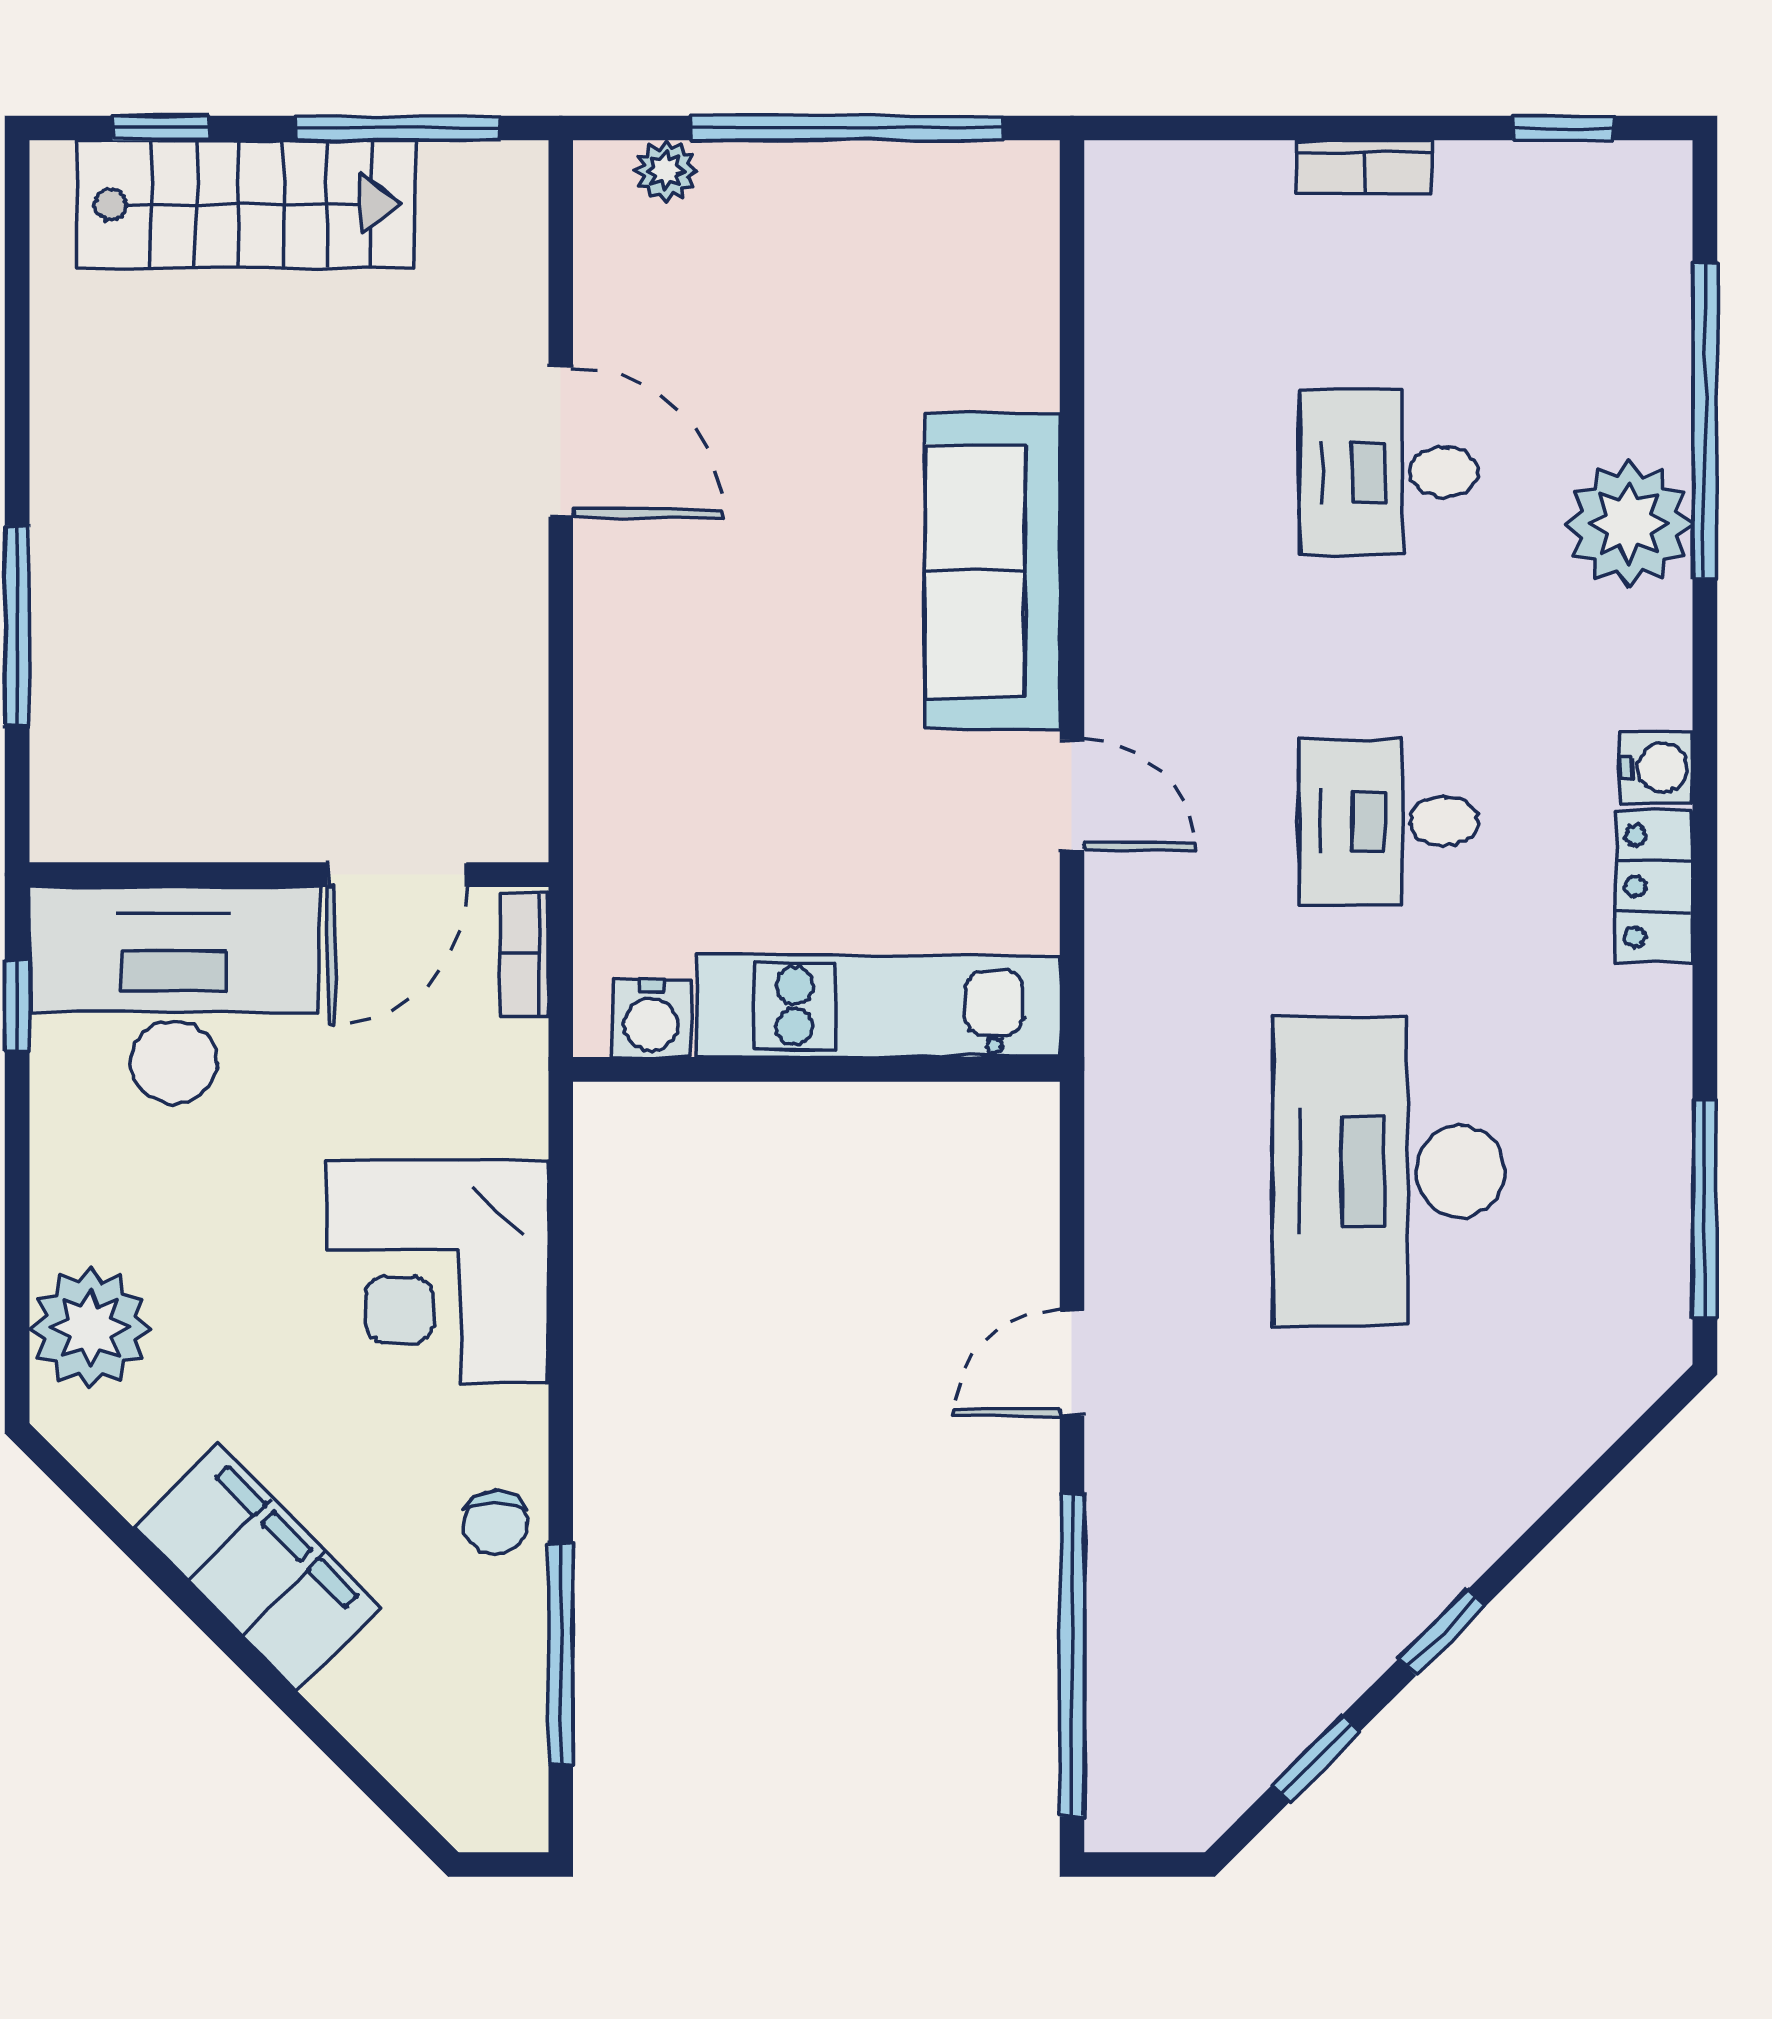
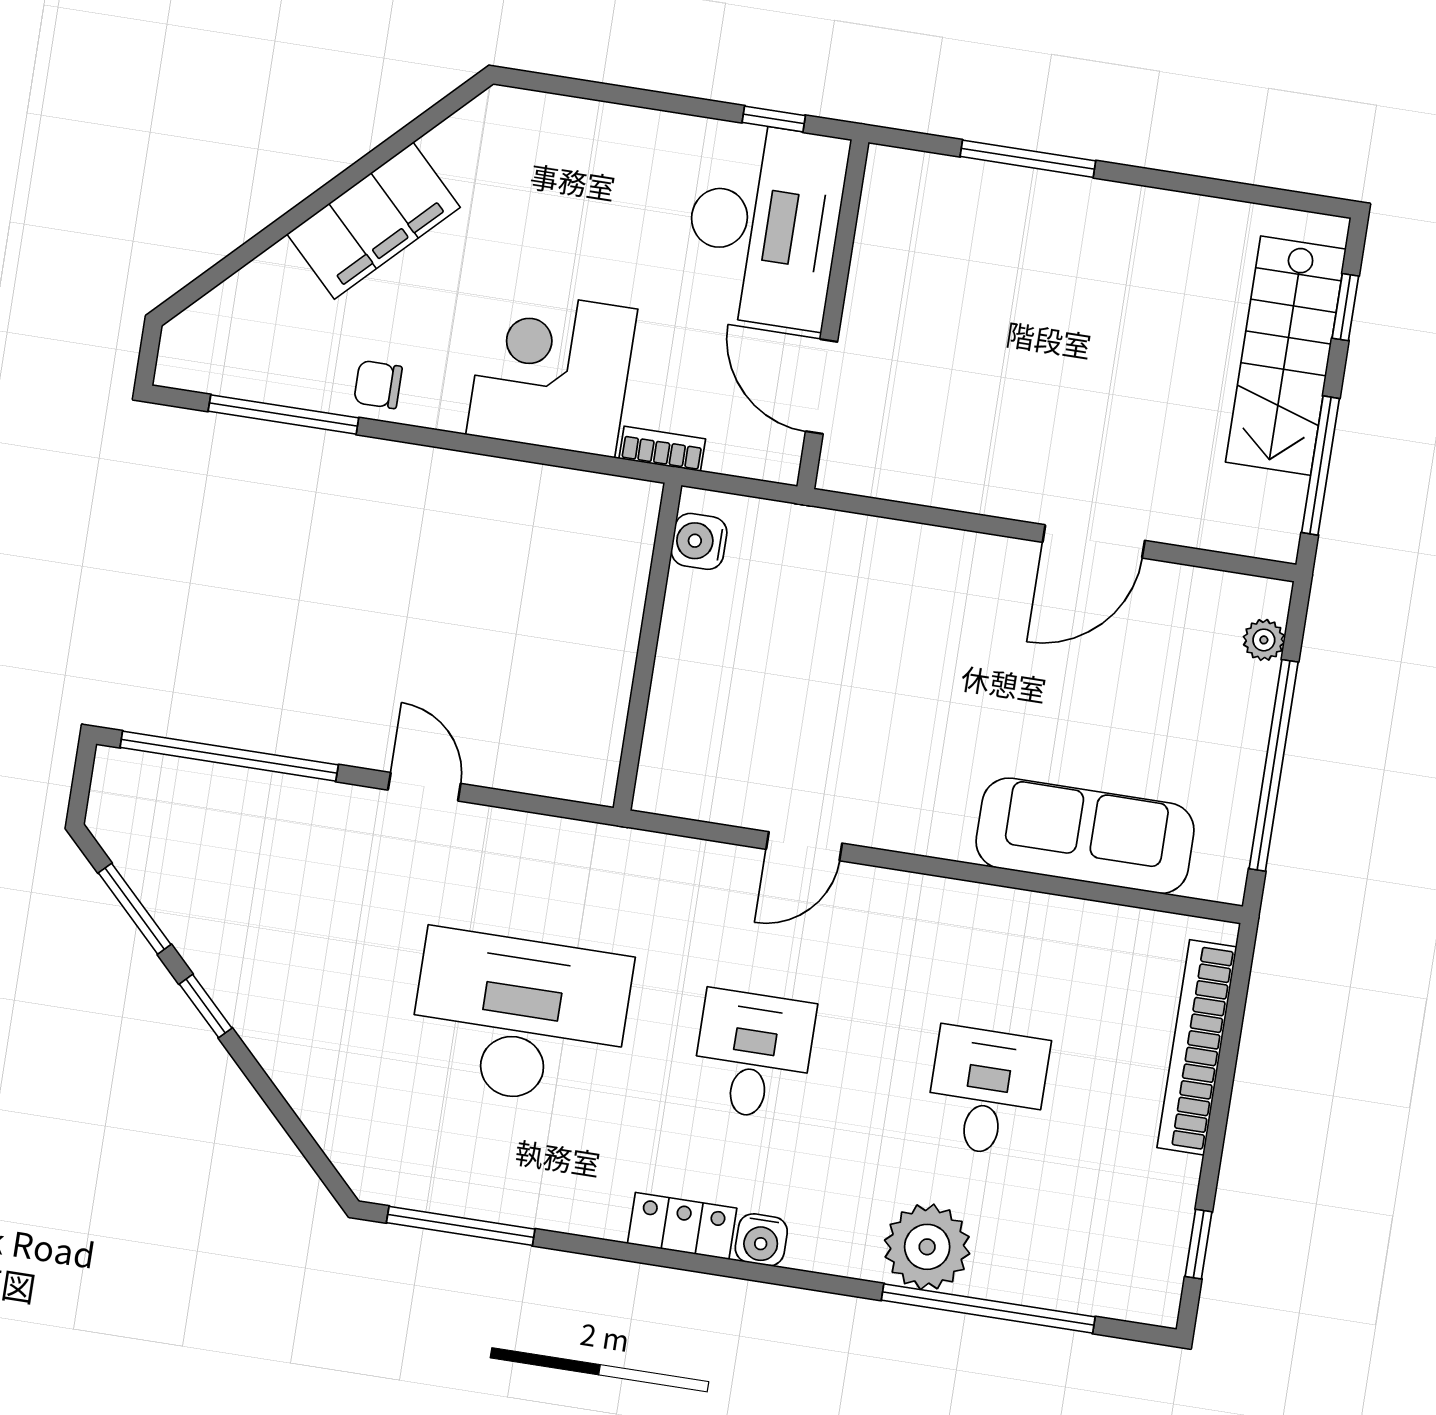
bookcase: (1364, 167) -> (1197, 1047), width x2.31, depth x1.31
sofa: (993, 571) -> (1085, 836), moved
bookcase: (524, 954) -> (662, 449), moved
kitchen unit: (878, 1006) -> (683, 695), removed
plant: (90, 1328) -> (551, 134), removed
window: (1316, 1758) -> (135, 909), width x1.50

